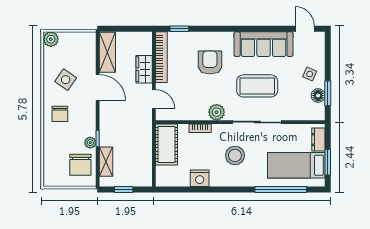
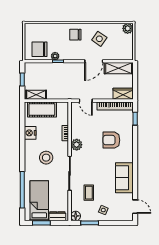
door: (305, 29) -> (135, 207), hinge flipped
sofa: (264, 44) -> (124, 178), width x0.73
armchair: (210, 62) -> (111, 140), turned 180
wardrobe: (144, 69) -> (123, 94), moved
coffee table: (257, 86) -> (89, 193), moved, width x0.54, depth x0.58
floor lamp: (318, 95) -> (76, 216), moved
door: (154, 99) -> (86, 101), hinge flipped
cot: (166, 144) -> (42, 110), moved
shelving: (106, 162) -> (36, 95), moved

